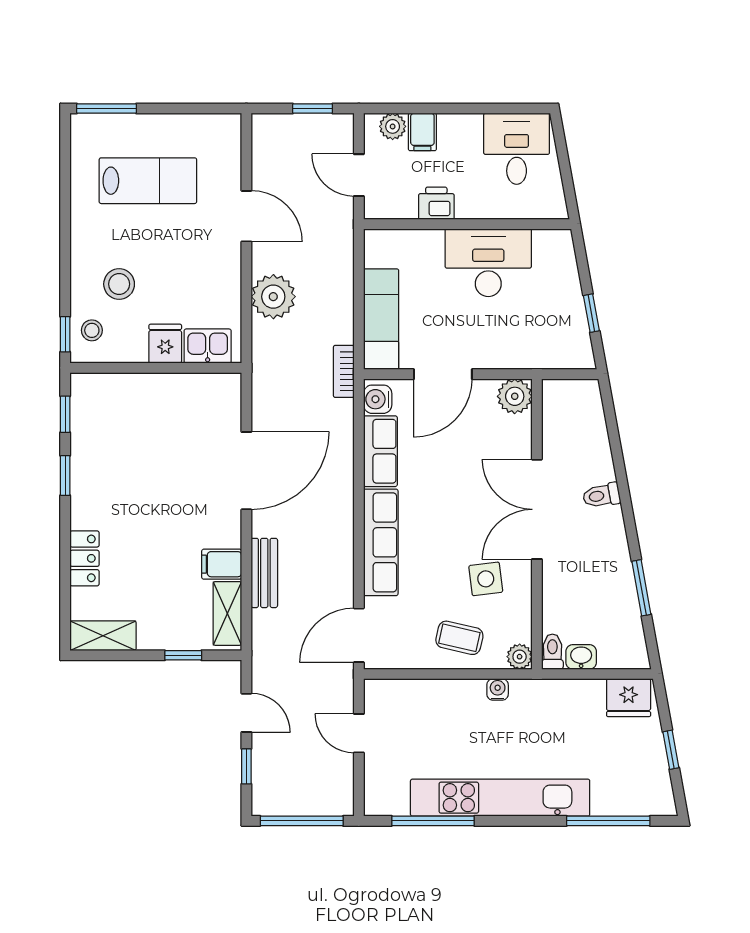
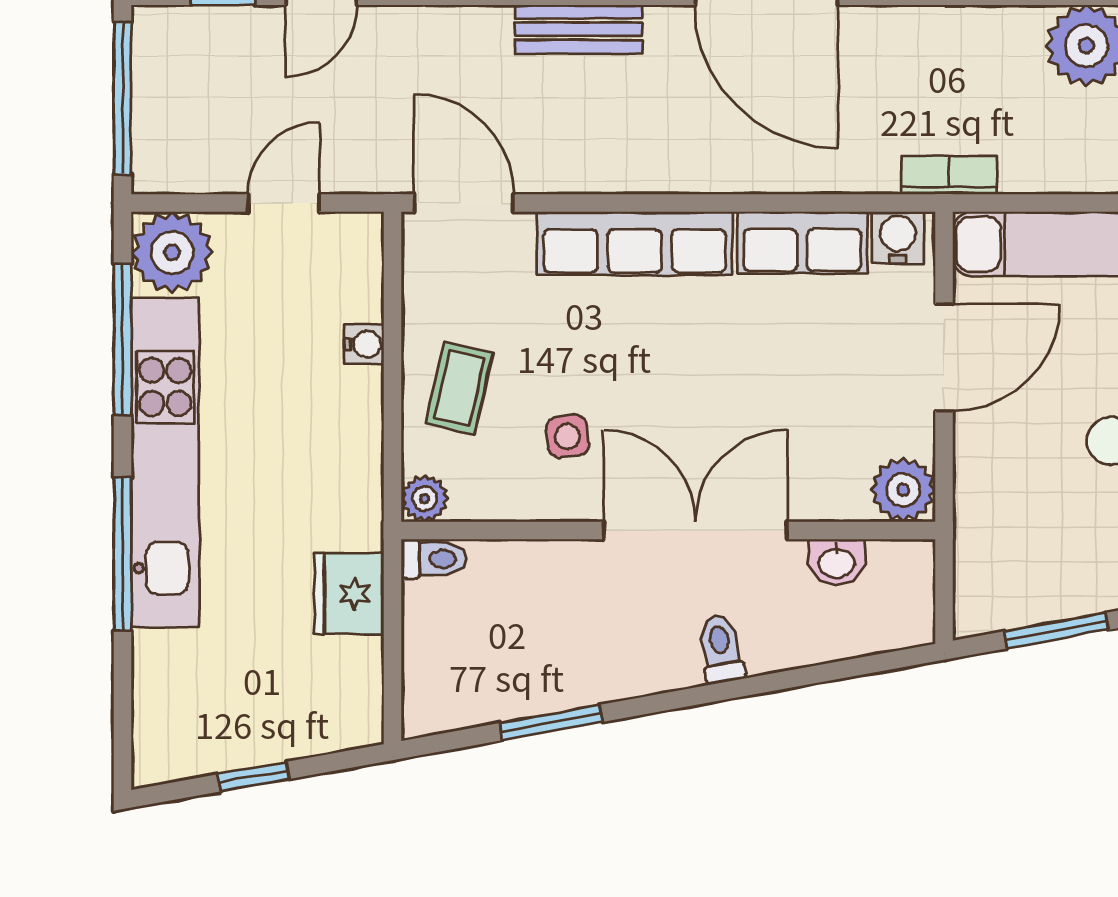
window: (591, 313) -> (1056, 631), width x1.50
door: (443, 374) -> (944, 358), swing flipped
side table: (486, 579) -> (568, 436), width x0.73, depth x0.73
washbasin: (581, 657) -> (837, 562), moved, turned 90
water cooler: (498, 689) -> (364, 344), moved
fridge: (629, 698) -> (349, 594), moved
plant: (386, 794) -> (172, 252), added
window: (608, 821) -> (123, 554), moved

